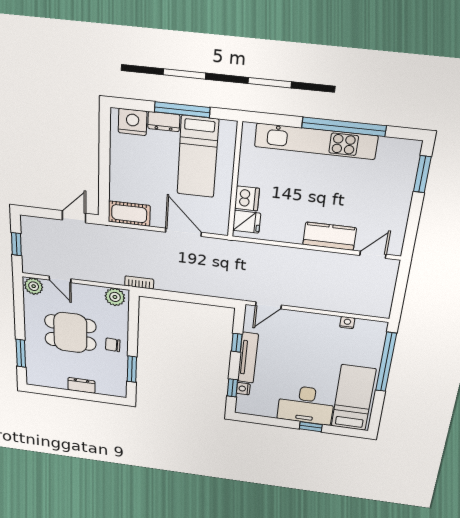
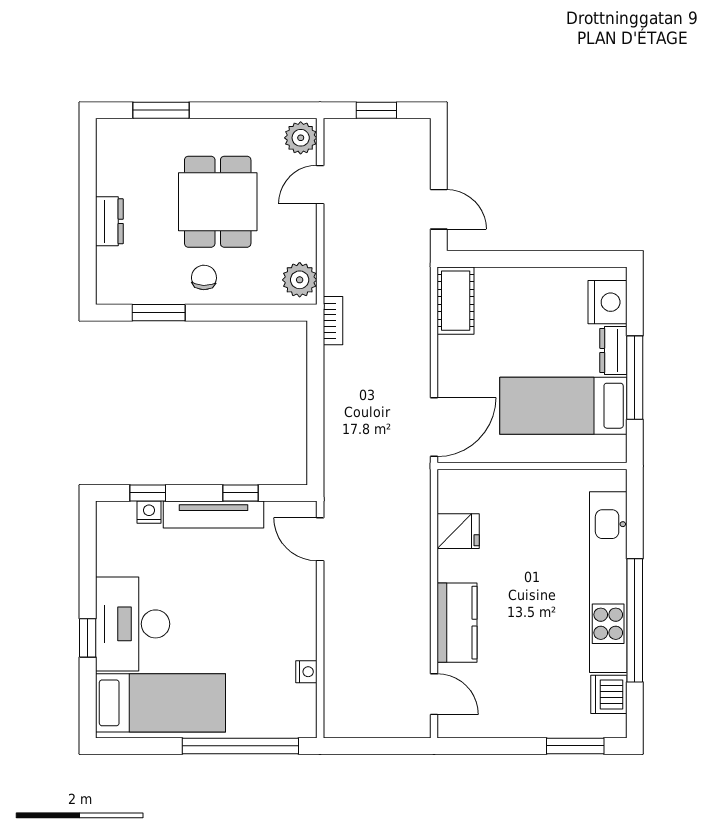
dishwasher: (247, 198) -> (609, 694), moved, turned 90
fridge: (247, 222) -> (458, 531), moved, turned -90
door: (183, 232) -> (434, 427), moved

